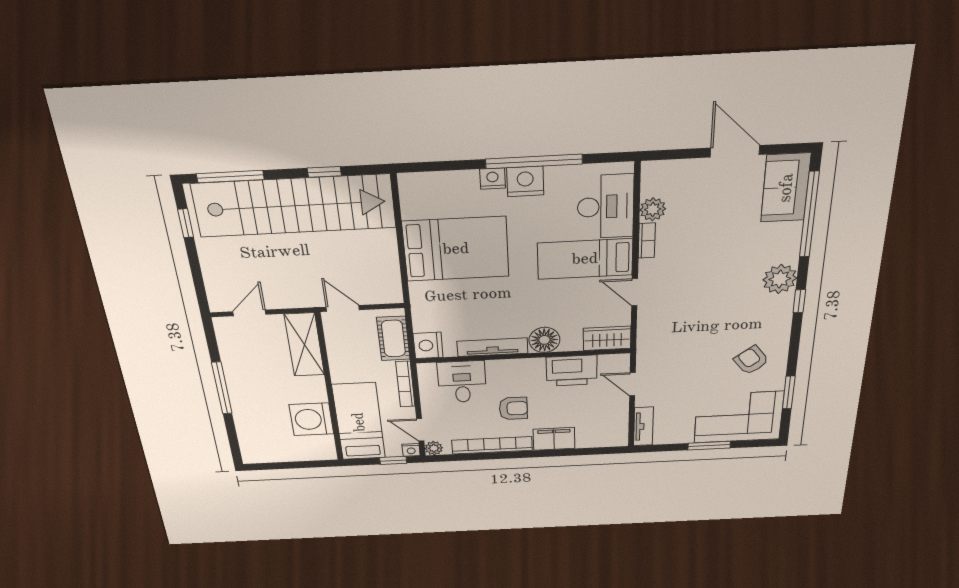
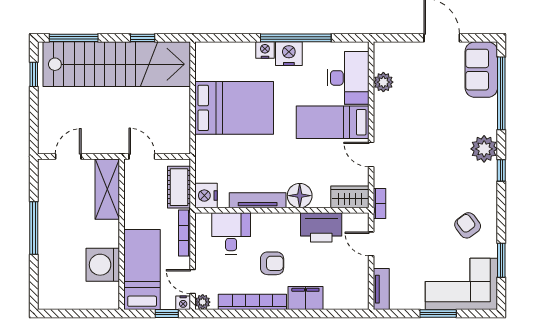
bookcase: (647, 241) -> (380, 203), moved

